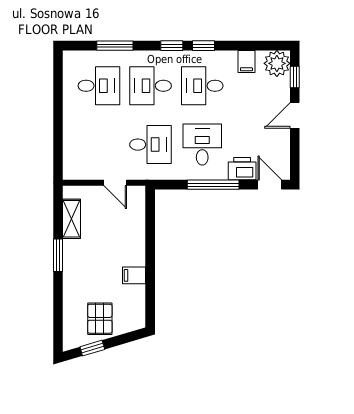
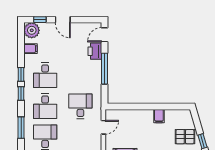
desk: (202, 145) -> (80, 75), removed

